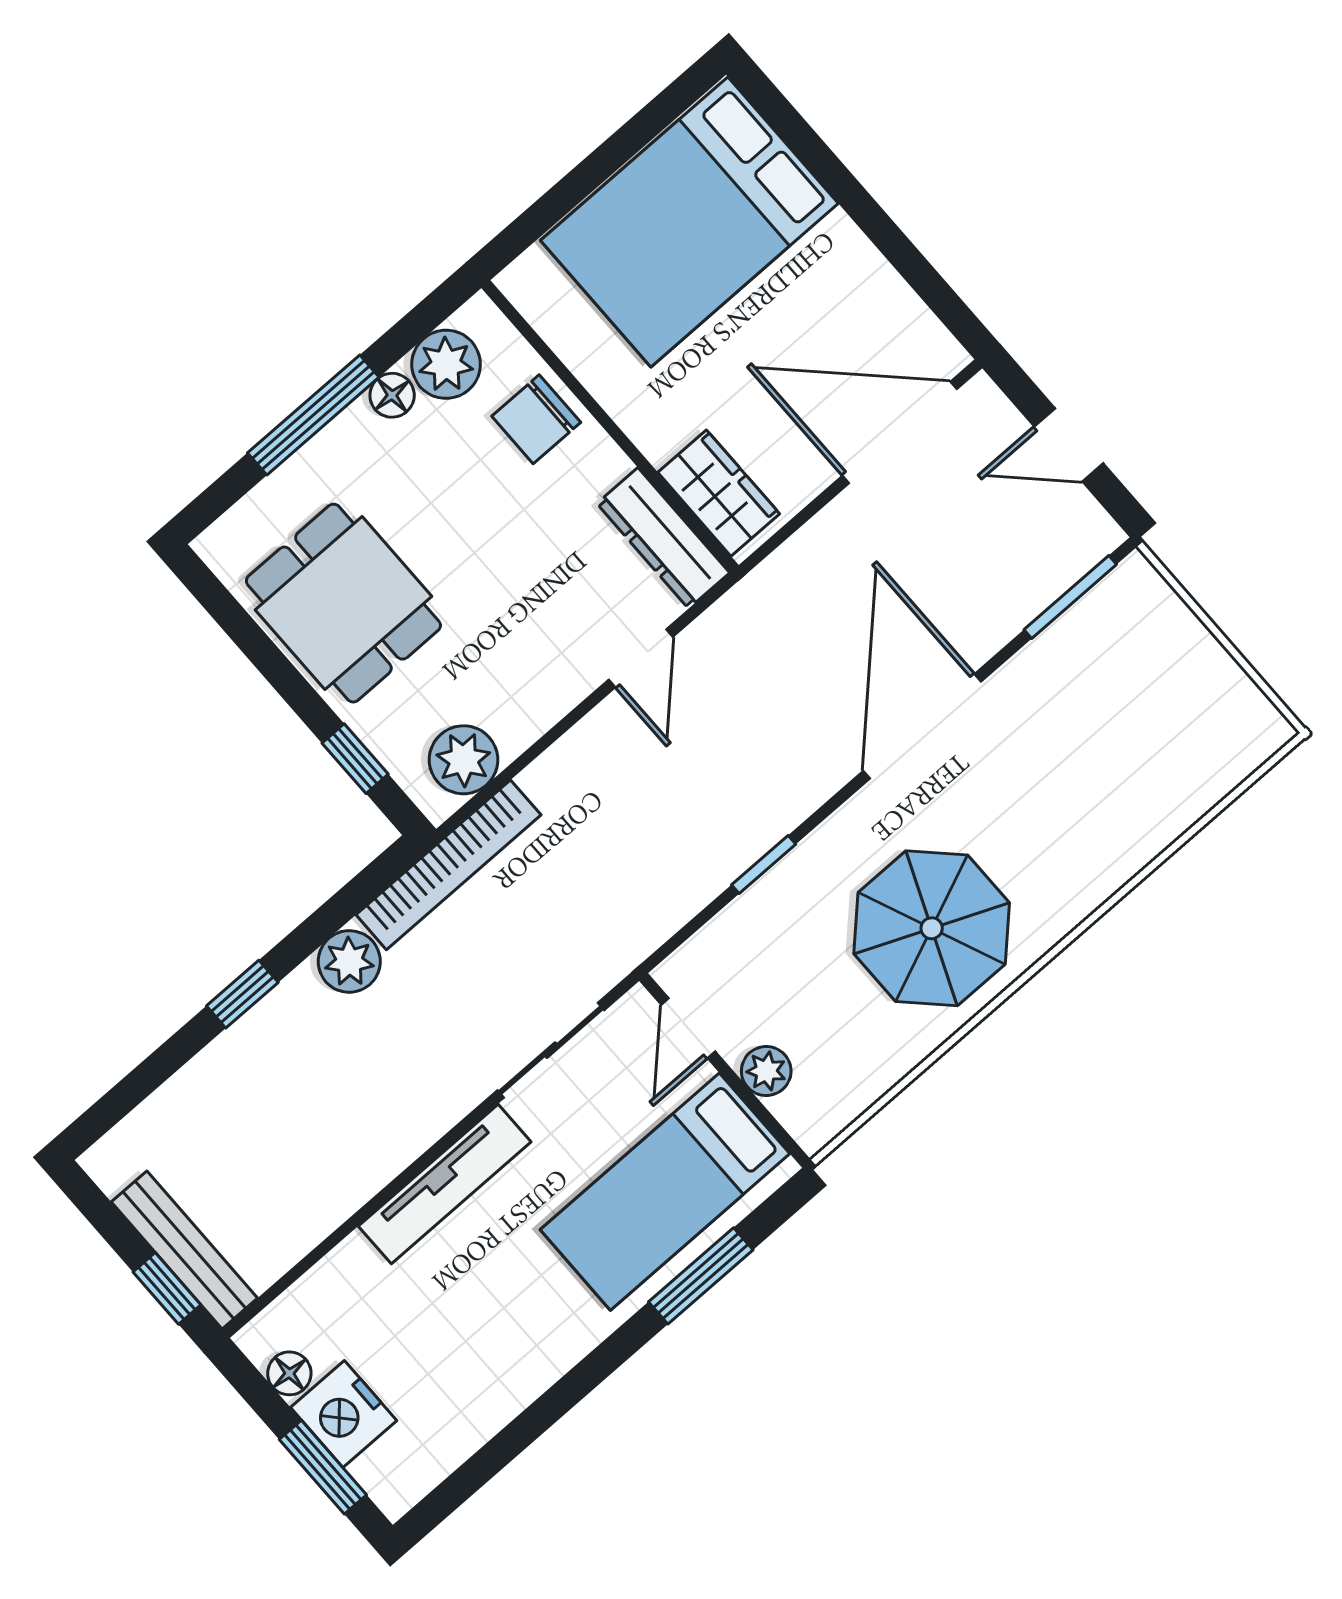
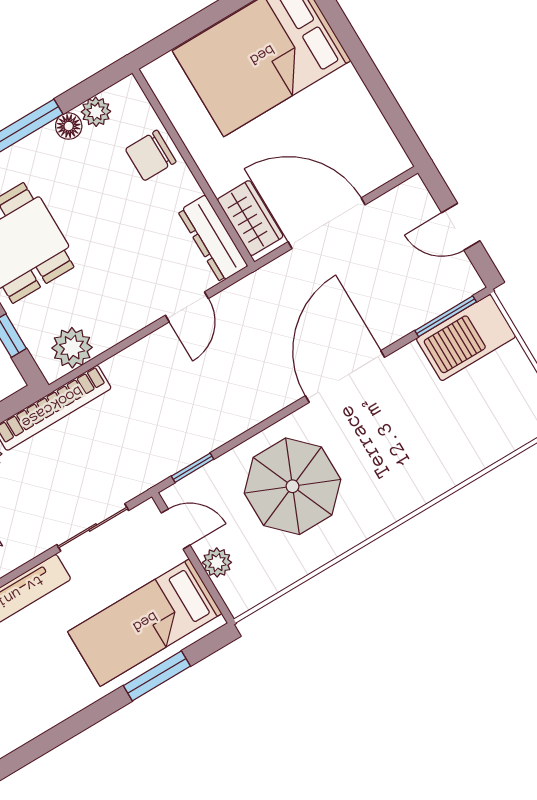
plant: (446, 364) -> (96, 112), width x0.73, depth x0.73
door: (900, 432) -> (327, 223), moved
barbecue: (1110, 626) -> (466, 338), added
window: (764, 865) -> (193, 468), moved
parasol: (932, 928) -> (293, 486), moved
door: (688, 1028) -> (176, 529), swing flipped

